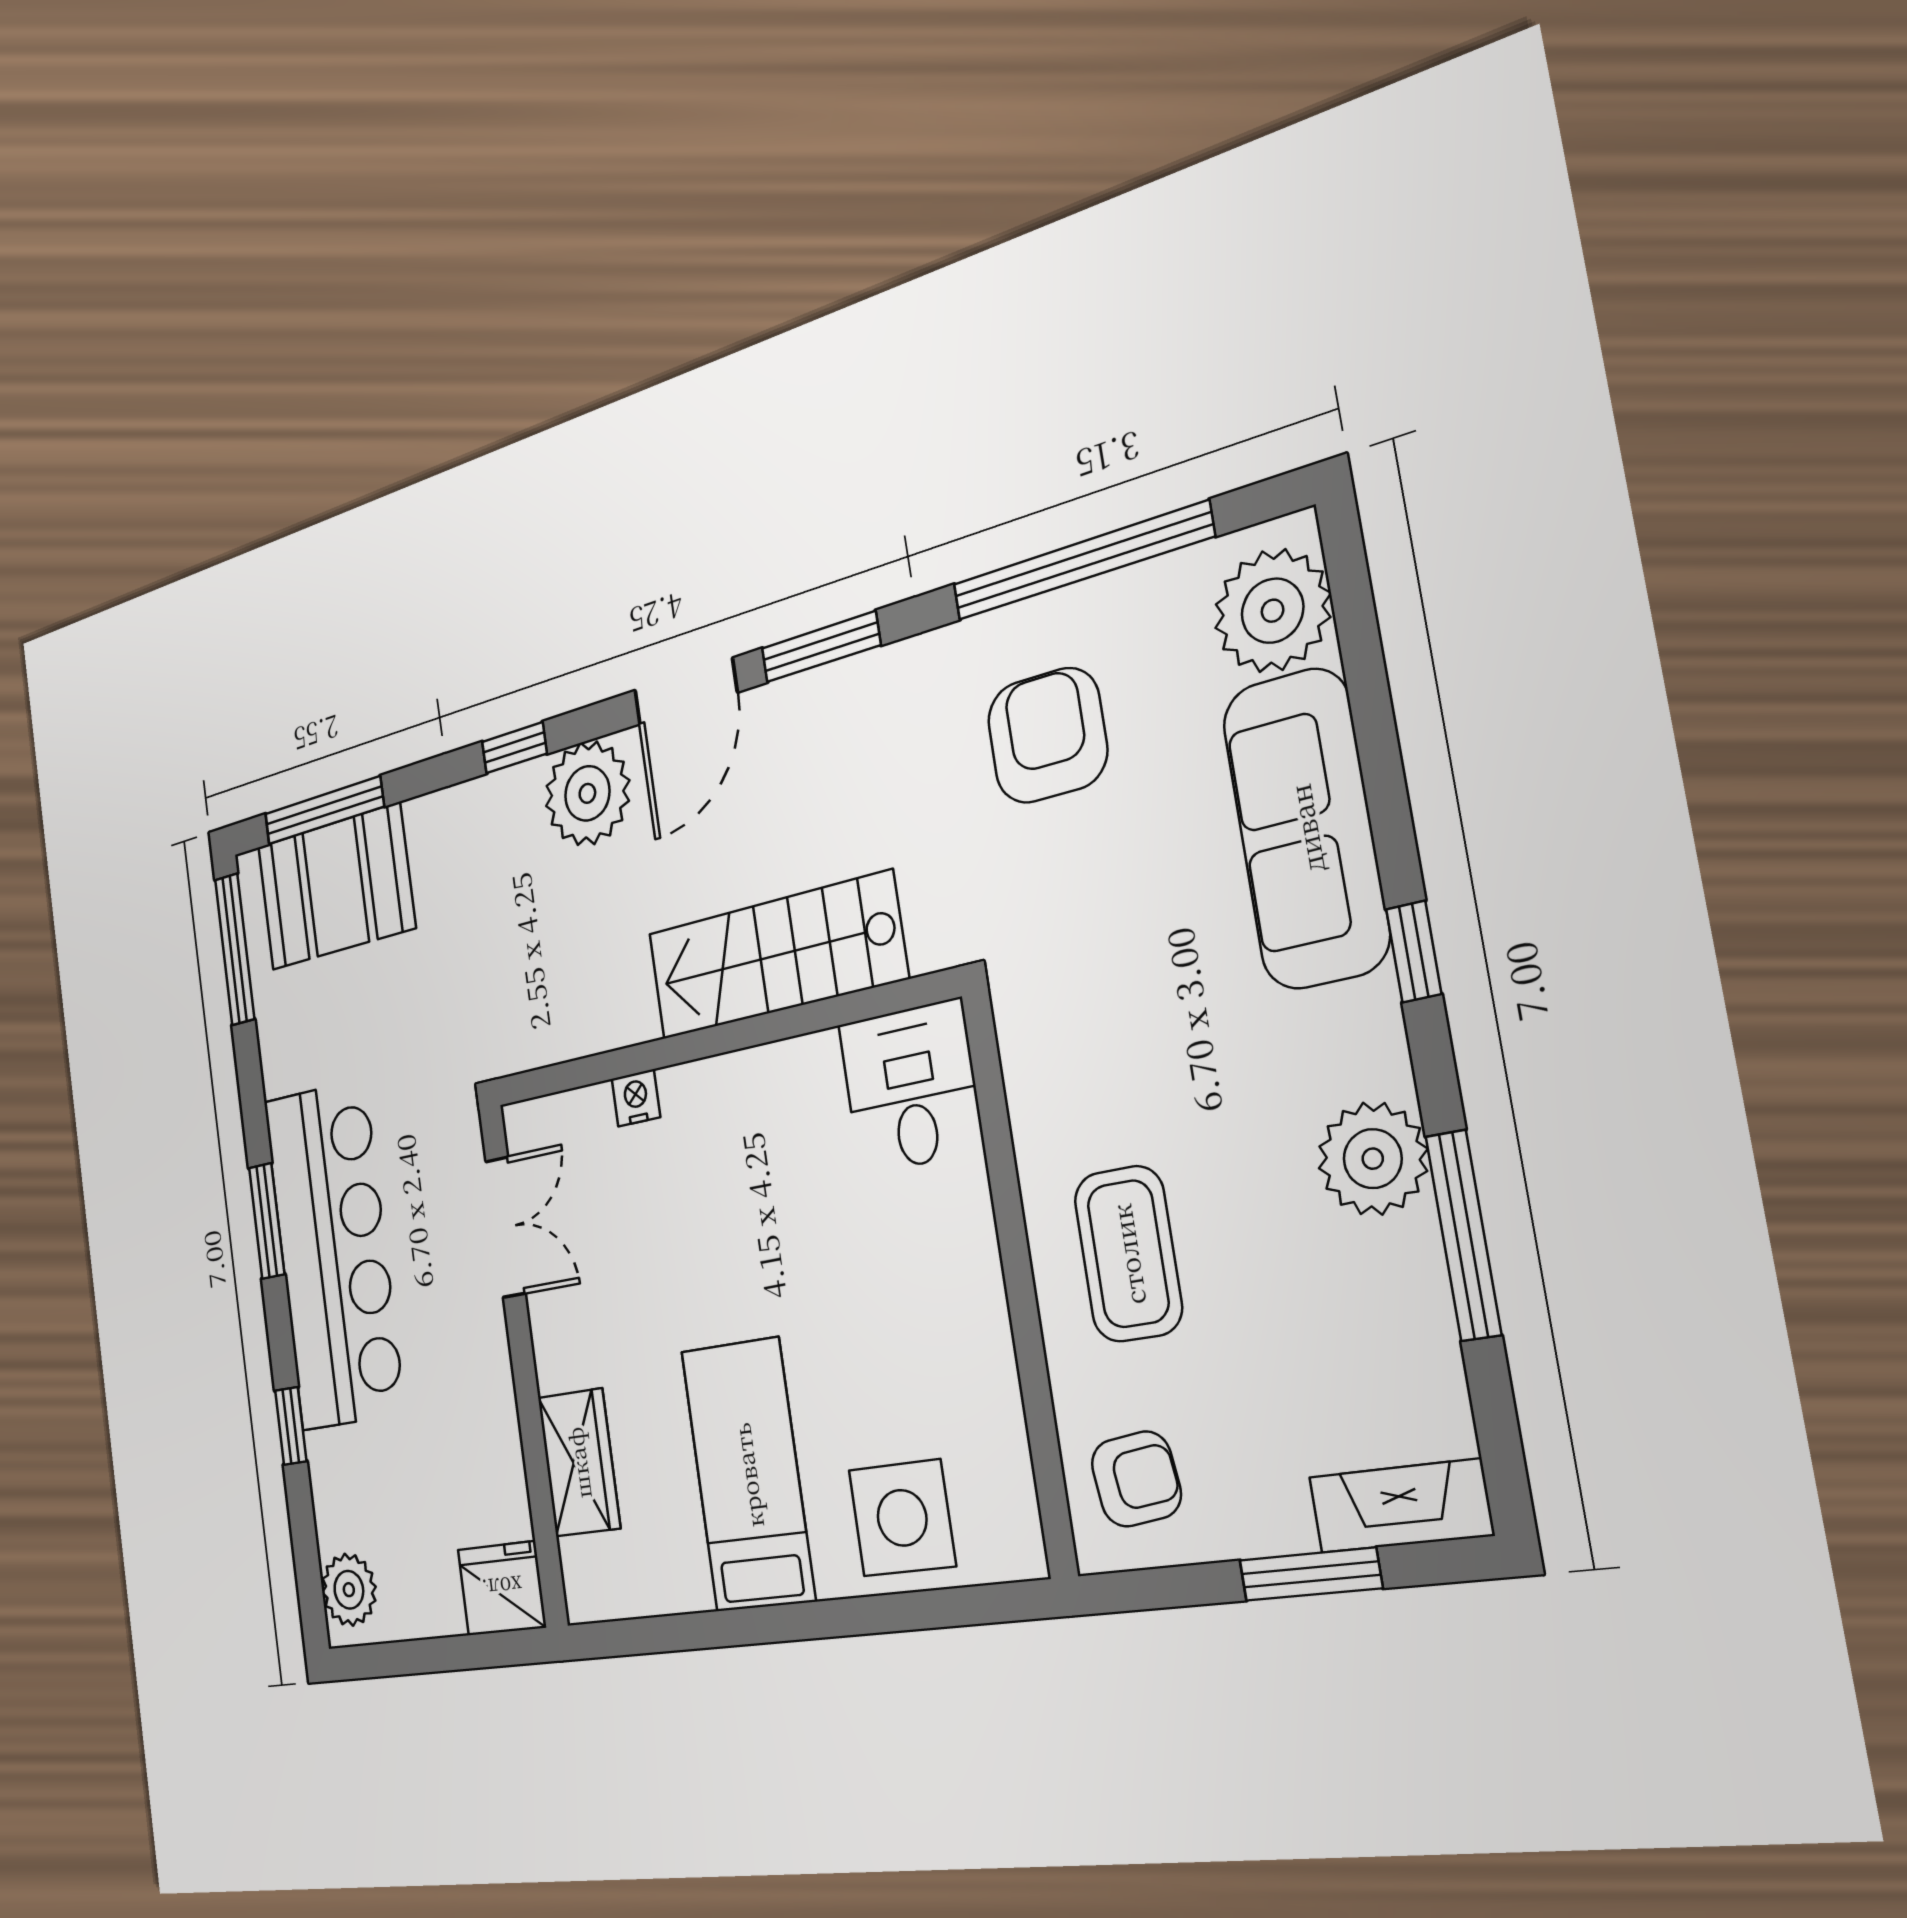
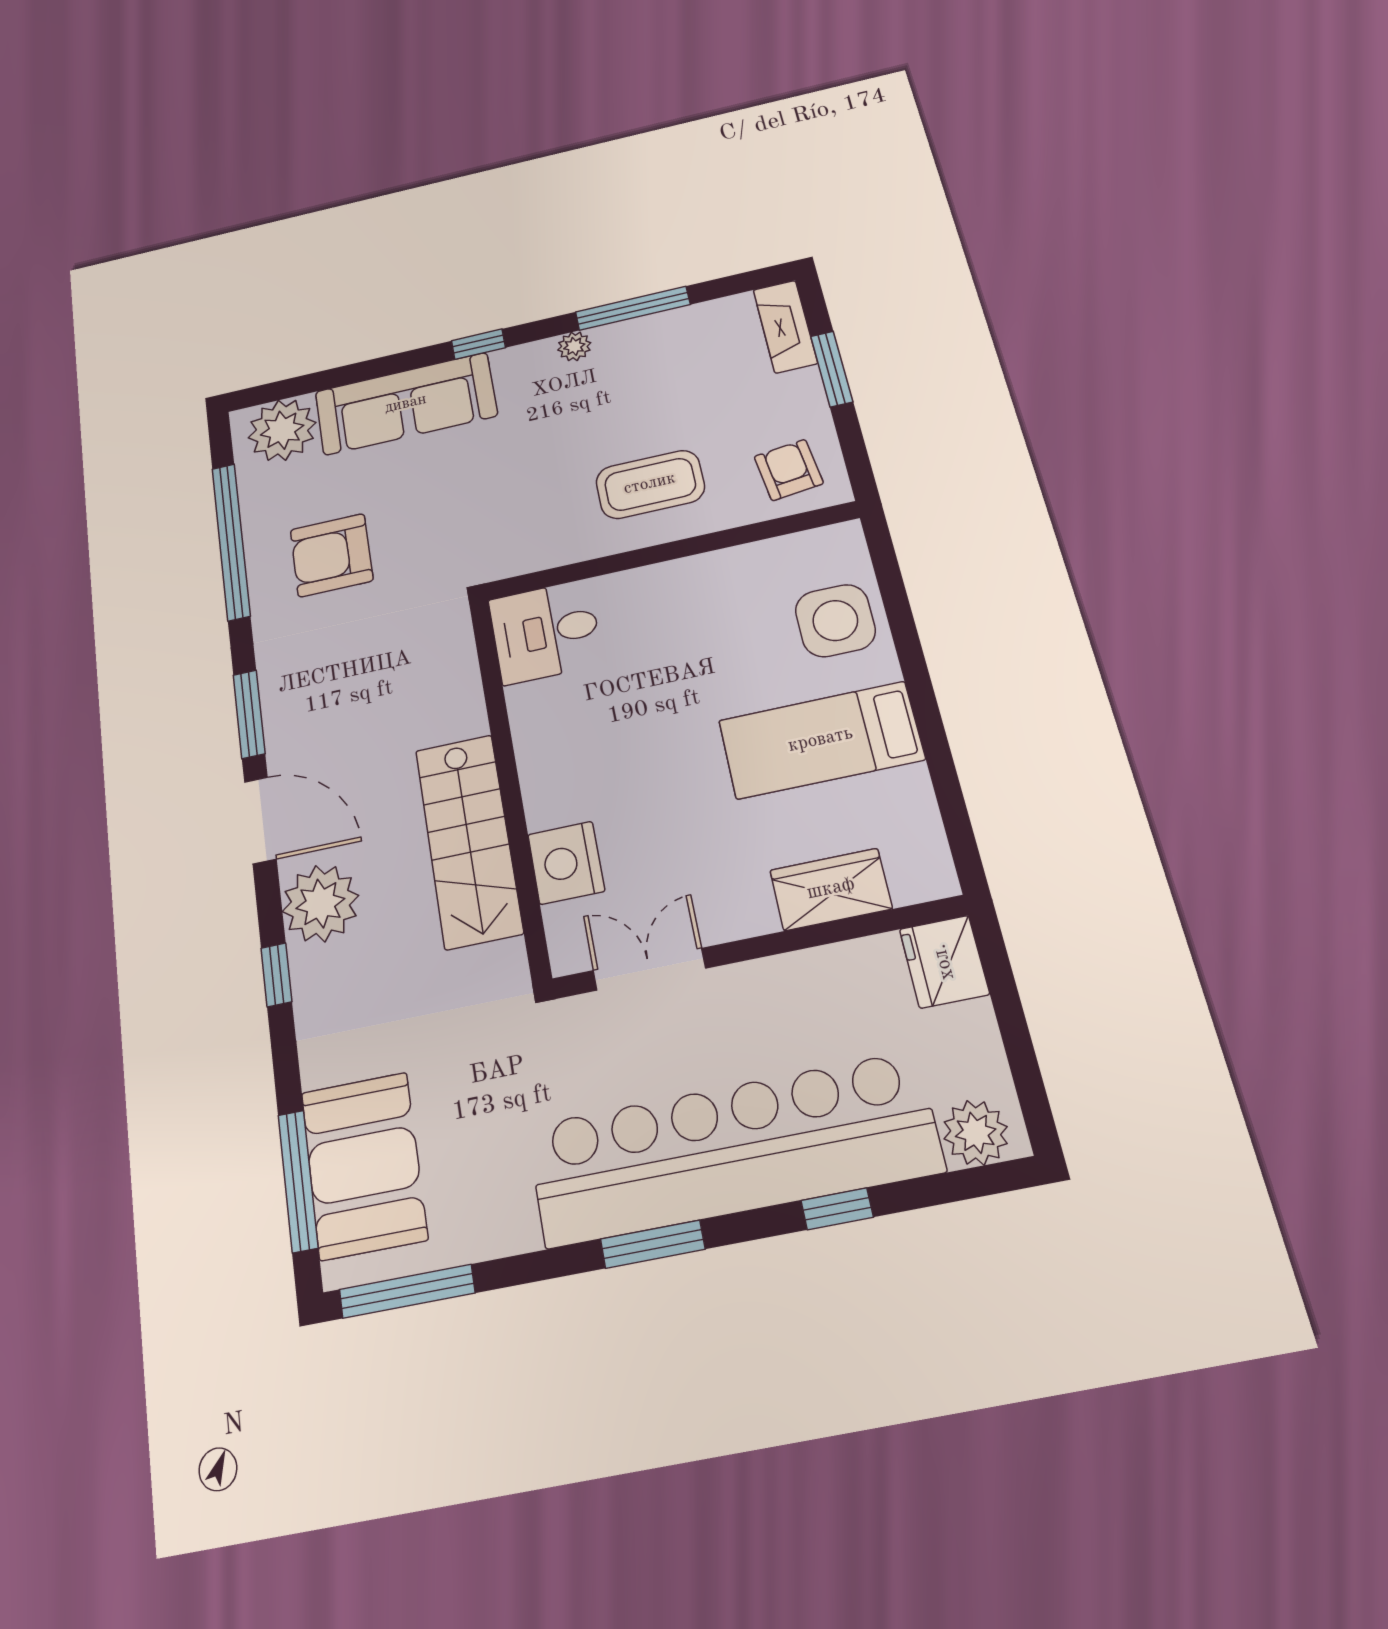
stairs: (775, 956) -> (469, 840), moved
nightstand: (636, 1098) -> (566, 863), width x1.89, depth x1.79
plant: (1373, 1159) -> (574, 346), width x0.53, depth x0.53
bar counter: (334, 1255) -> (732, 1149), width x1.36

